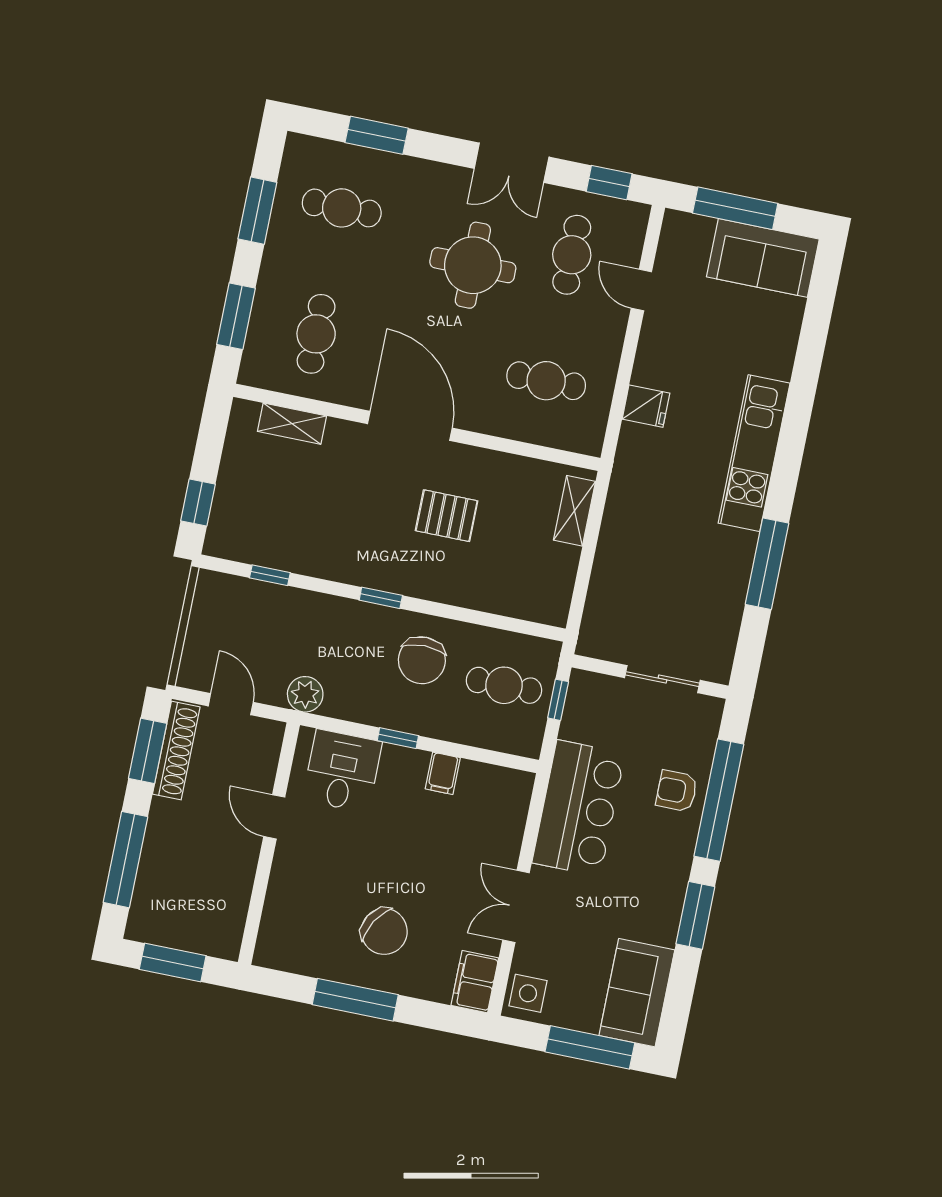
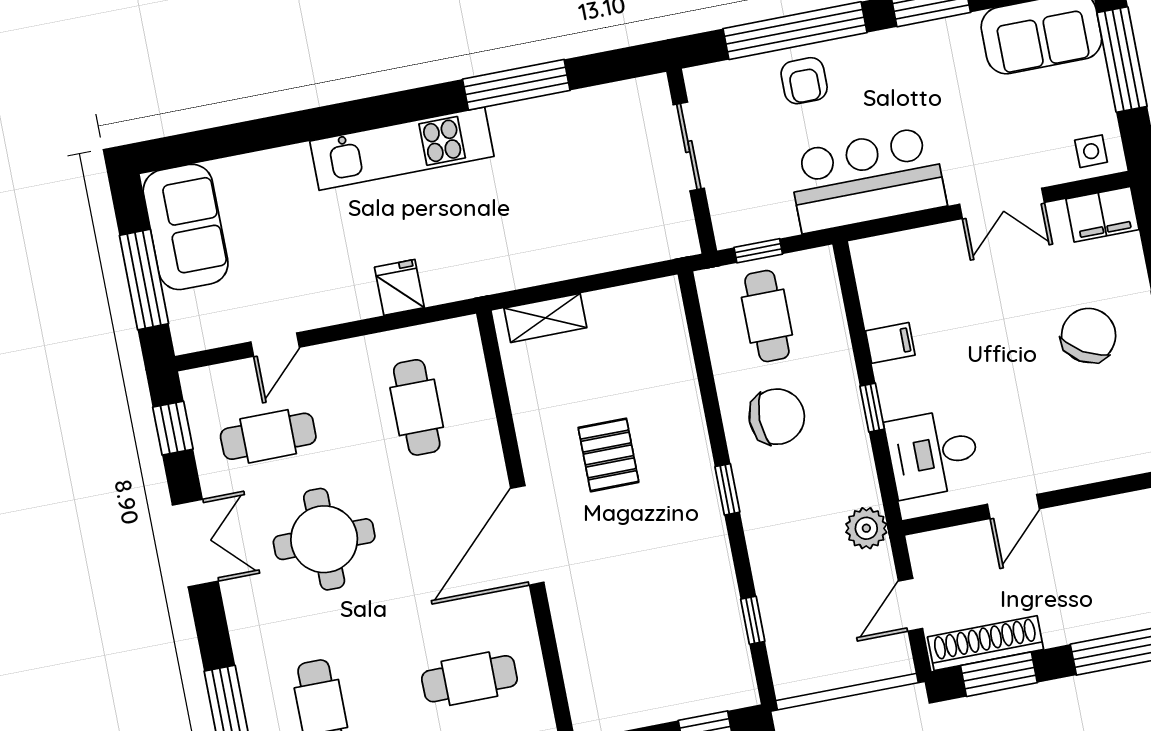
shelving: (292, 424) -> (578, 664), removed
side table: (528, 993) -> (1091, 151), width x0.73, depth x0.73

